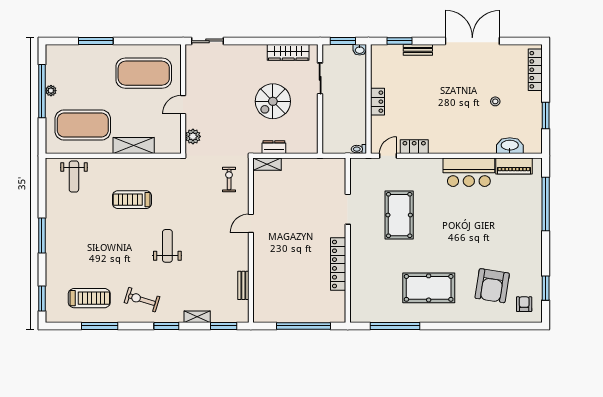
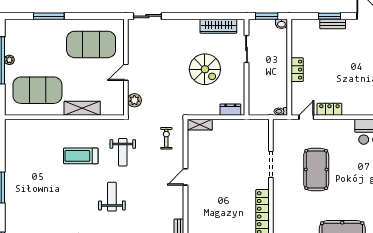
window: (400, 41) -> (329, 16), moved
spiral stairs: (273, 101) -> (205, 69), turned -90
dresser: (274, 147) -> (230, 110), moved
weight bench: (74, 177) -> (123, 152), moved

